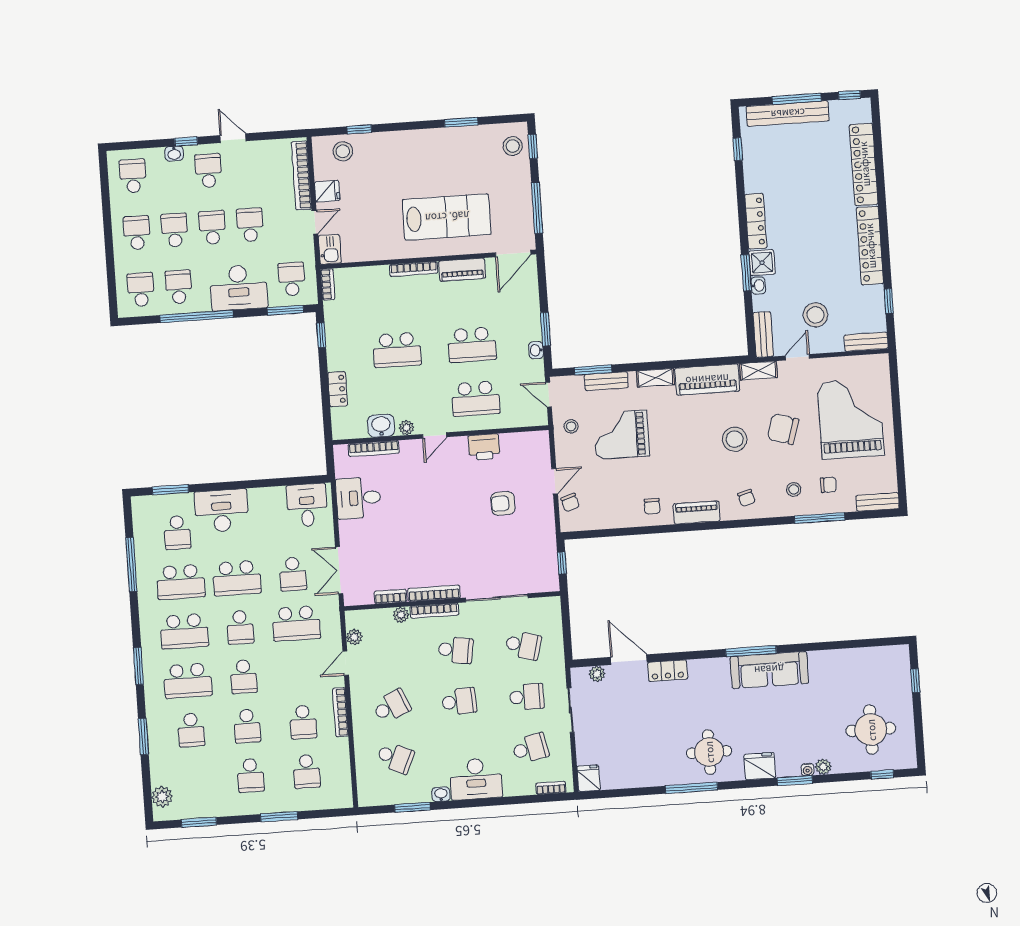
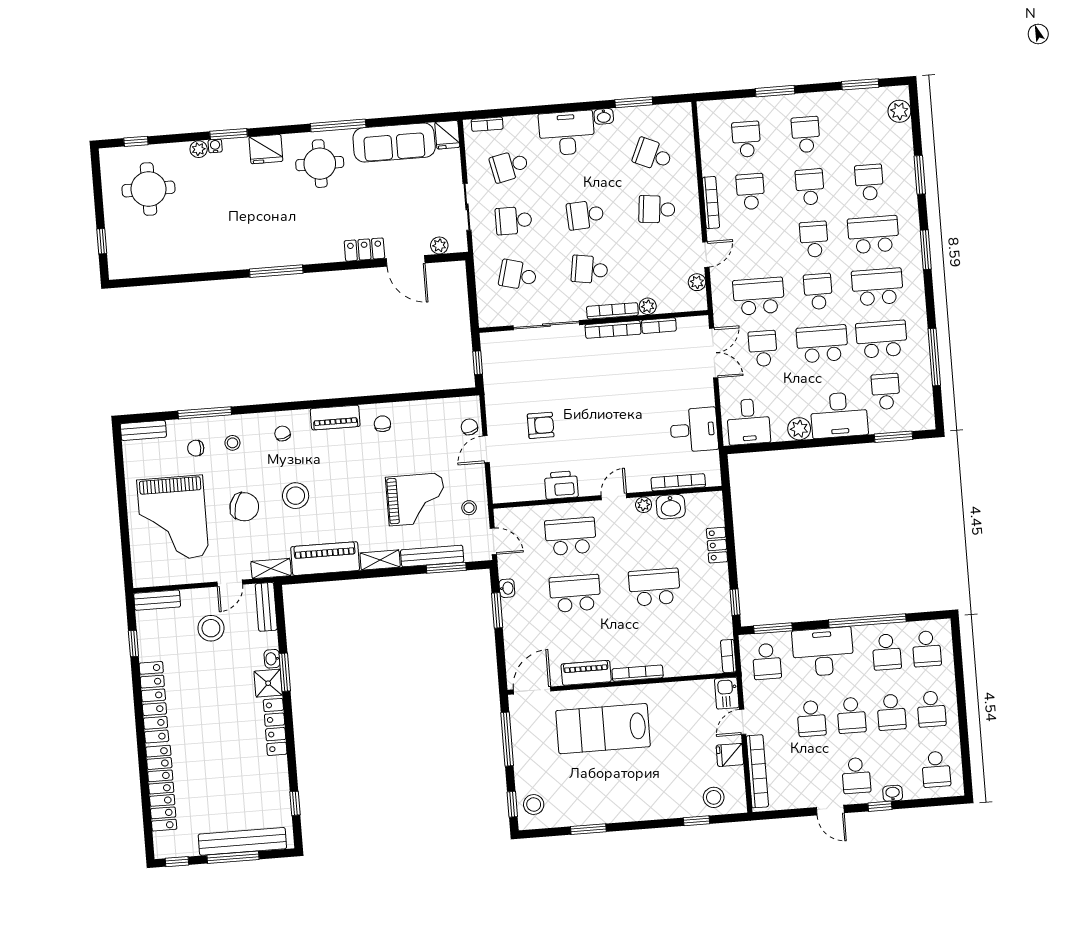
bench: (606, 381) -> (432, 556), width x1.36
plant: (259, 498) -> (799, 429), added
sofa: (769, 670) -> (394, 143), moved, turned 180
school desk: (392, 706) -> (657, 209), turned 30

